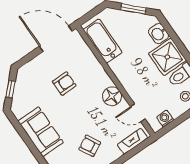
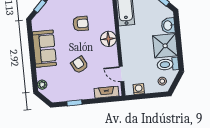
floor lamp: (112, 96) -> (108, 39), moved
armchair: (90, 146) -> (79, 65), moved

